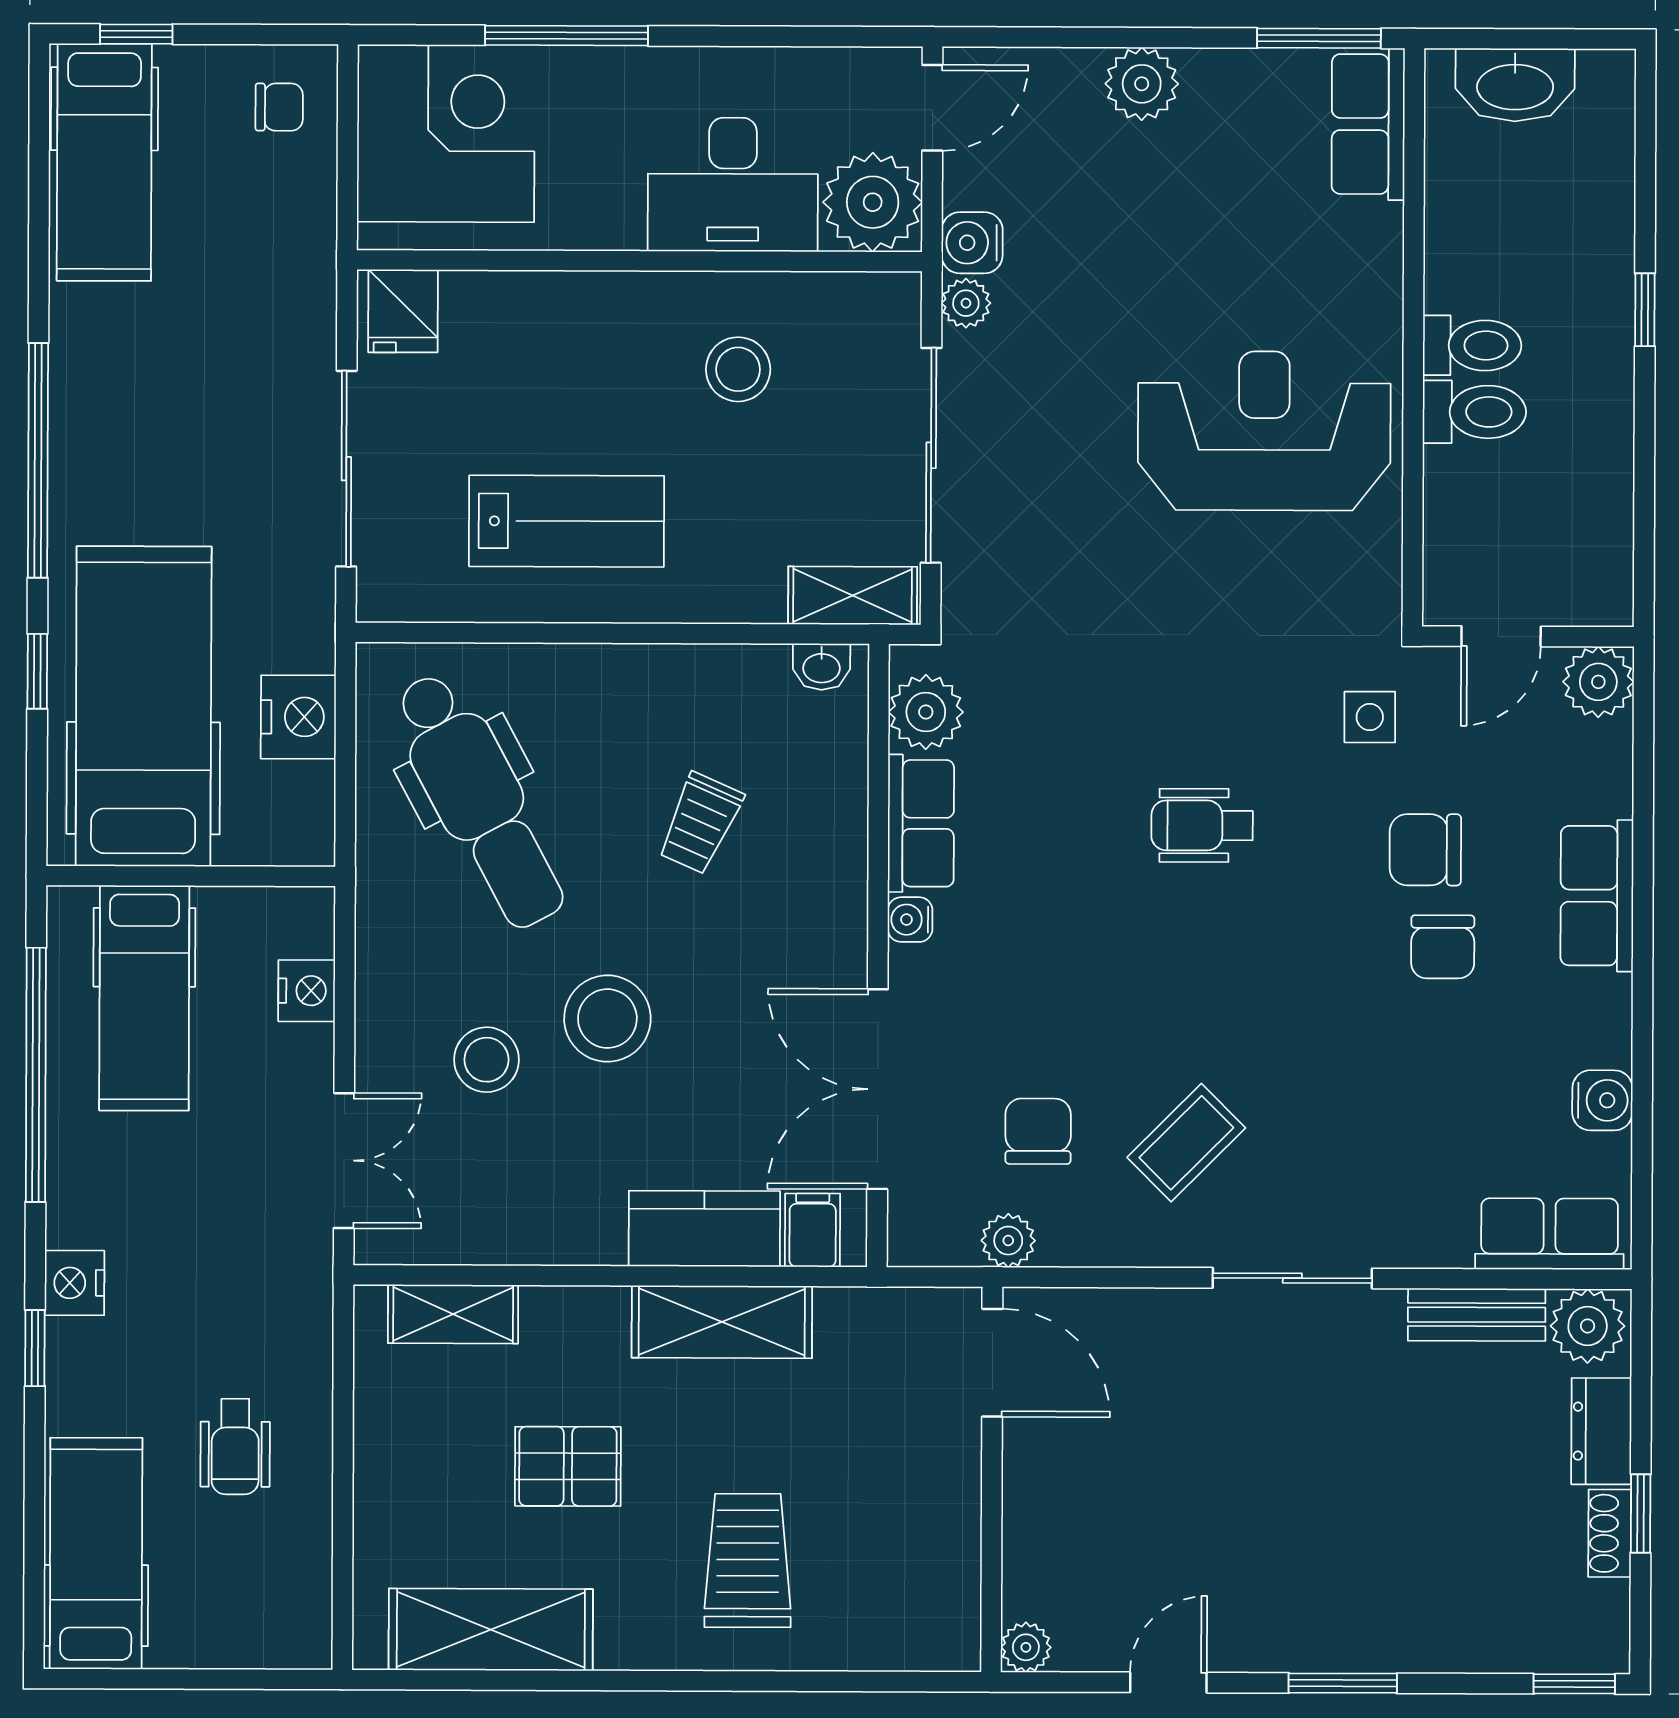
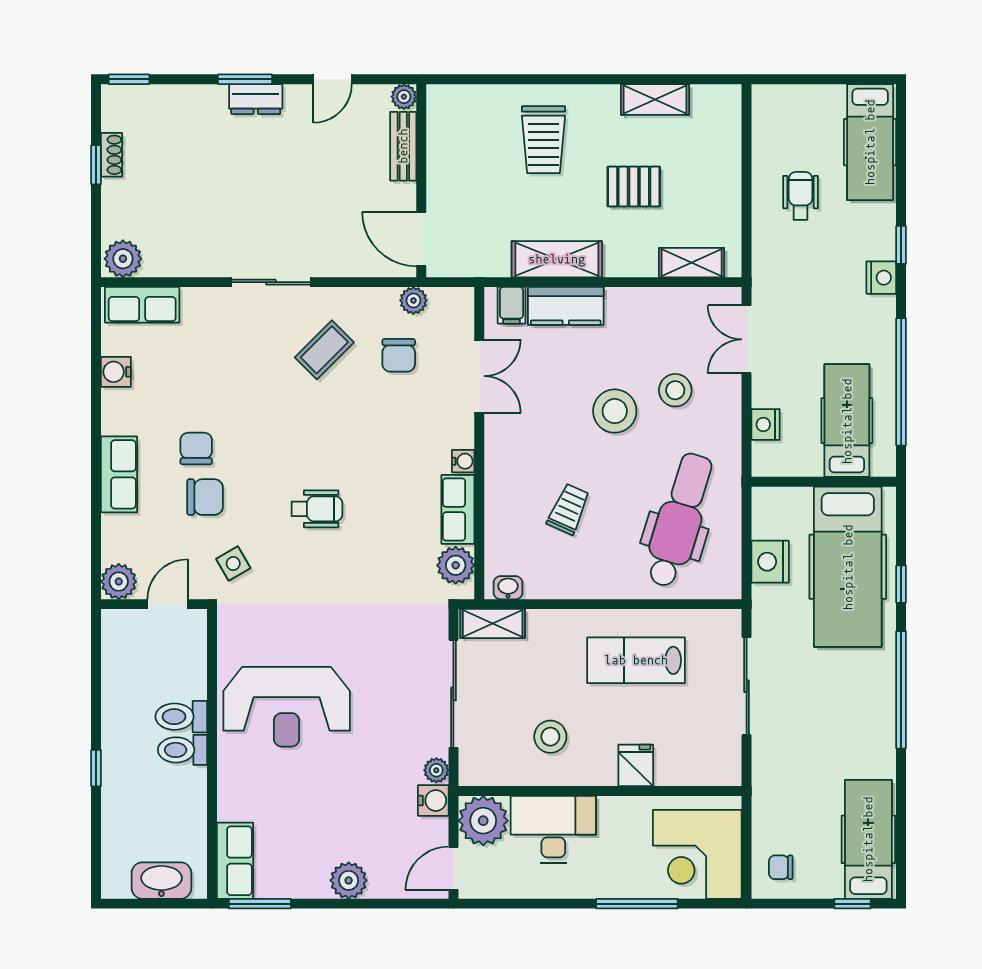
fridge: (403, 311) -> (636, 765), moved
side table: (1370, 717) -> (233, 564), turned -30
dental chair: (479, 801) -> (679, 520), turned 45
double door: (877, 1089) -> (479, 376), width x0.73
bench: (1477, 1315) -> (403, 146), moved, turned 90
dresser: (1601, 1431) -> (256, 99), moved, turned 90
shelving: (491, 1630) -> (655, 99), width x0.67, depth x0.75

